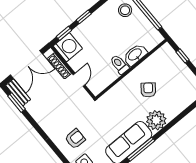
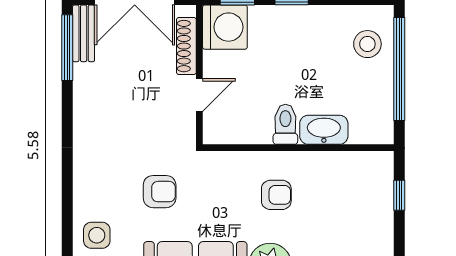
armchair: (148, 90) -> (276, 195), moved, turned 52
window: (17, 103) -> (67, 48), width x1.44
armchair: (75, 139) -> (160, 192), moved

